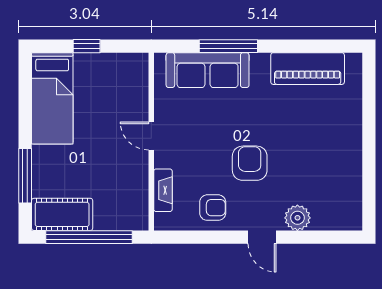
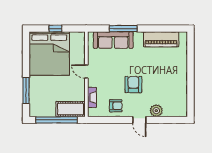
bed: (52, 98) -> (49, 54), width x2.04
cot: (62, 214) -> (70, 109), moved

